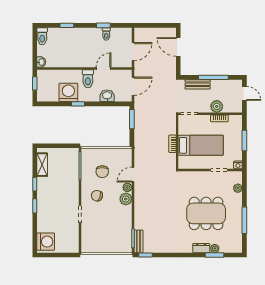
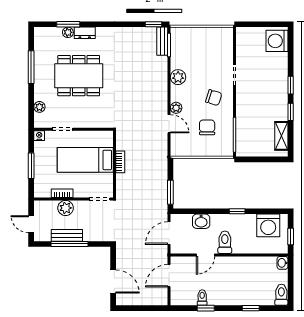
bench: (198, 84) -> (67, 235), moved
washing machine: (68, 92) -> (268, 225), moved
door: (133, 175) -> (169, 124), hinge flipped
plant: (126, 199) -> (178, 77), moved

